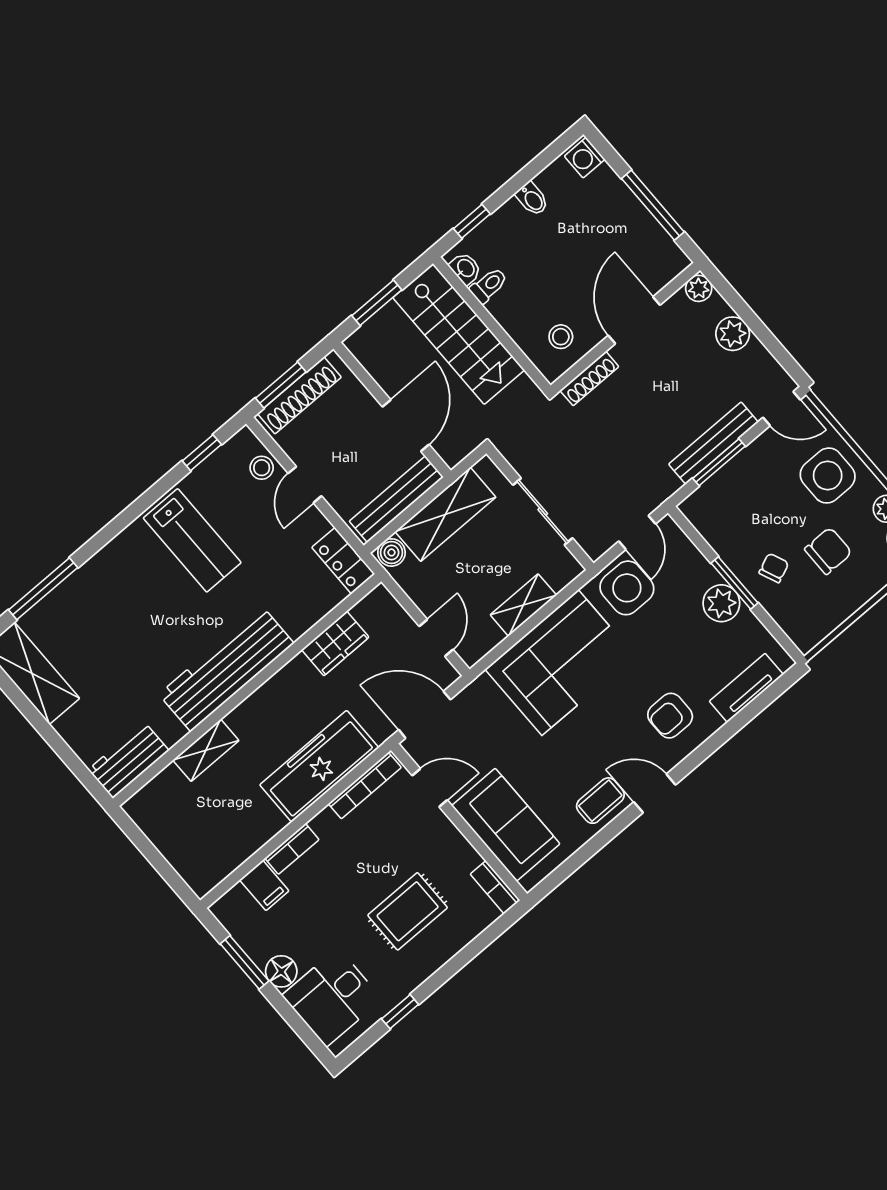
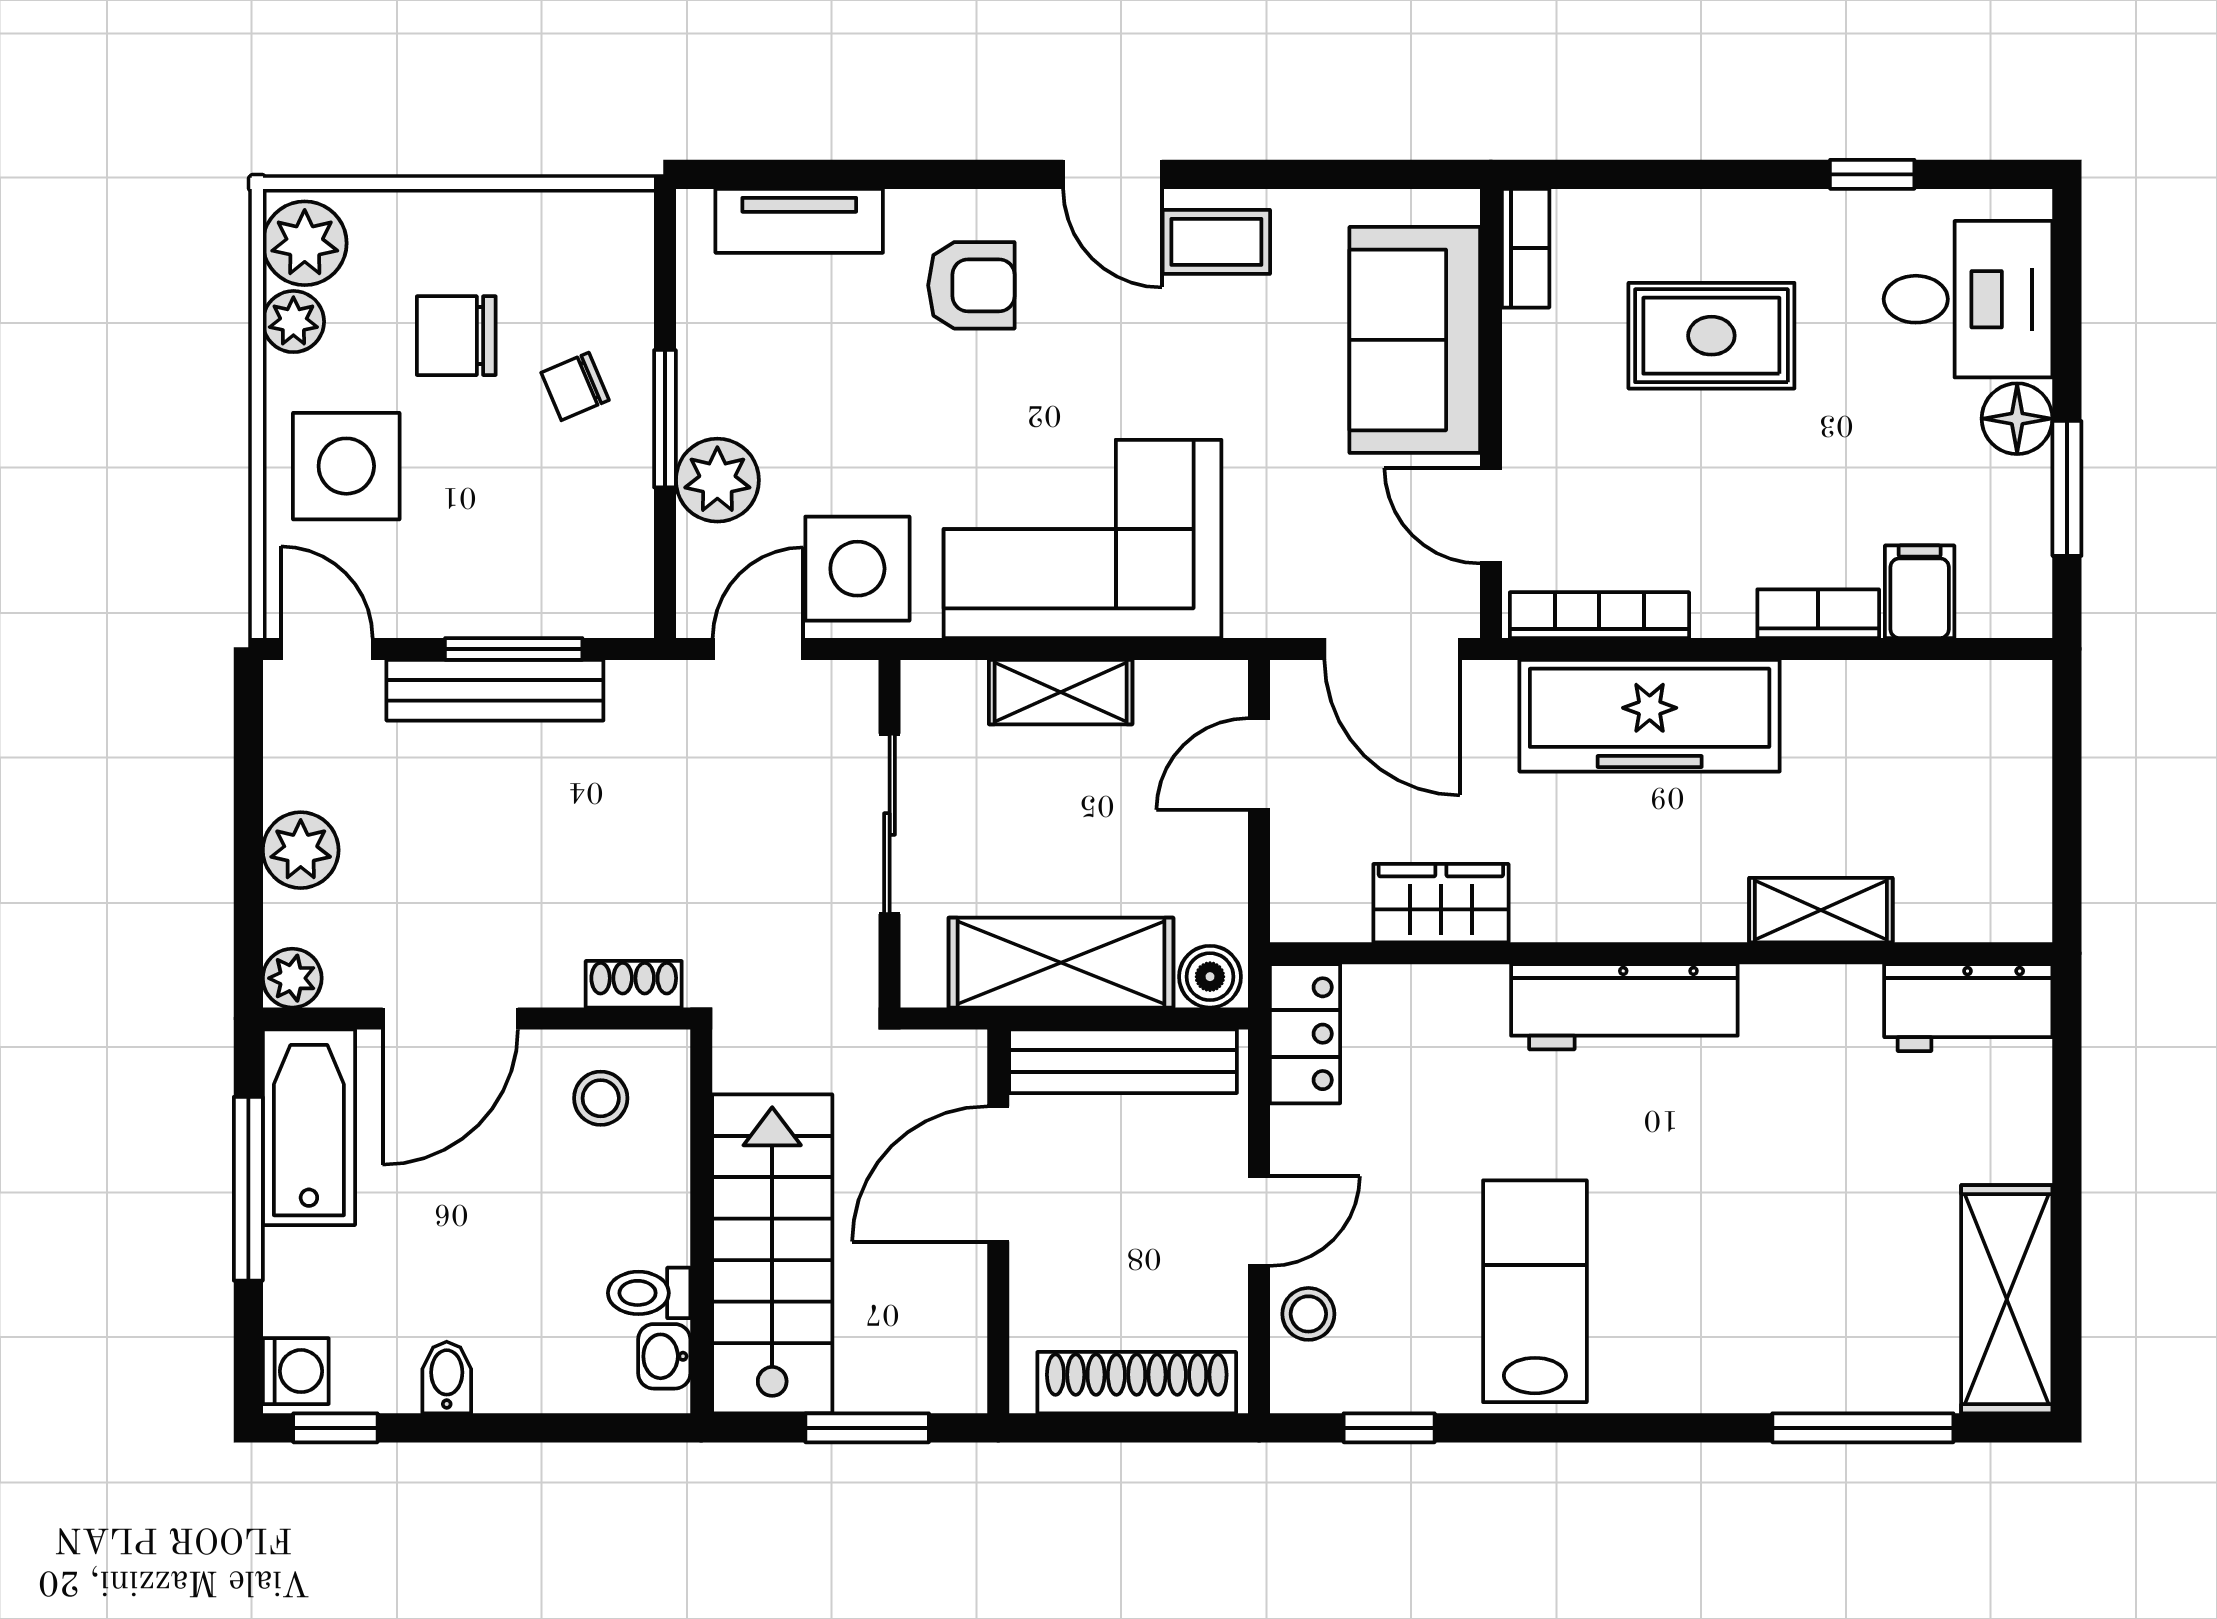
window: (472, 221) -> (335, 1428), moved
bathtub: (650, 243) -> (309, 1127), added
shoe rack: (589, 378) -> (634, 984), width x0.70
window: (281, 385) -> (1154, 1428), removed
plant: (721, 603) -> (717, 480), moved
workbench: (226, 669) -> (1624, 1007), width x0.73, depth x0.76

